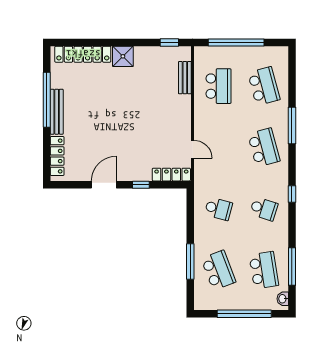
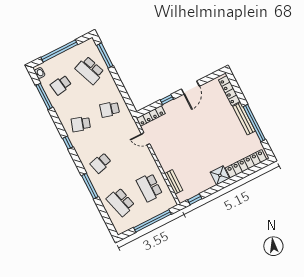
school desk: (264, 147) -> (101, 163), width x0.54
window: (190, 261) -> (105, 55), moved
school desk: (264, 270) -> (61, 85), width x0.54

